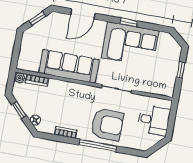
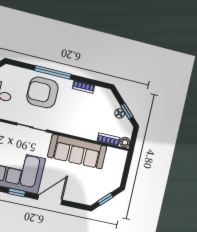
door: (83, 14) -> (50, 200), moved
floor lamp: (35, 120) -> (120, 113), moved

